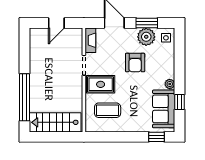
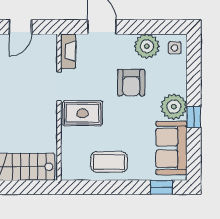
window: (147, 23) -> (148, 27), removed
plant: (170, 84) -> (174, 107), width x1.87, depth x1.87
window: (180, 102) -> (194, 117), moved
coffee table: (108, 110) -> (109, 162), moved

